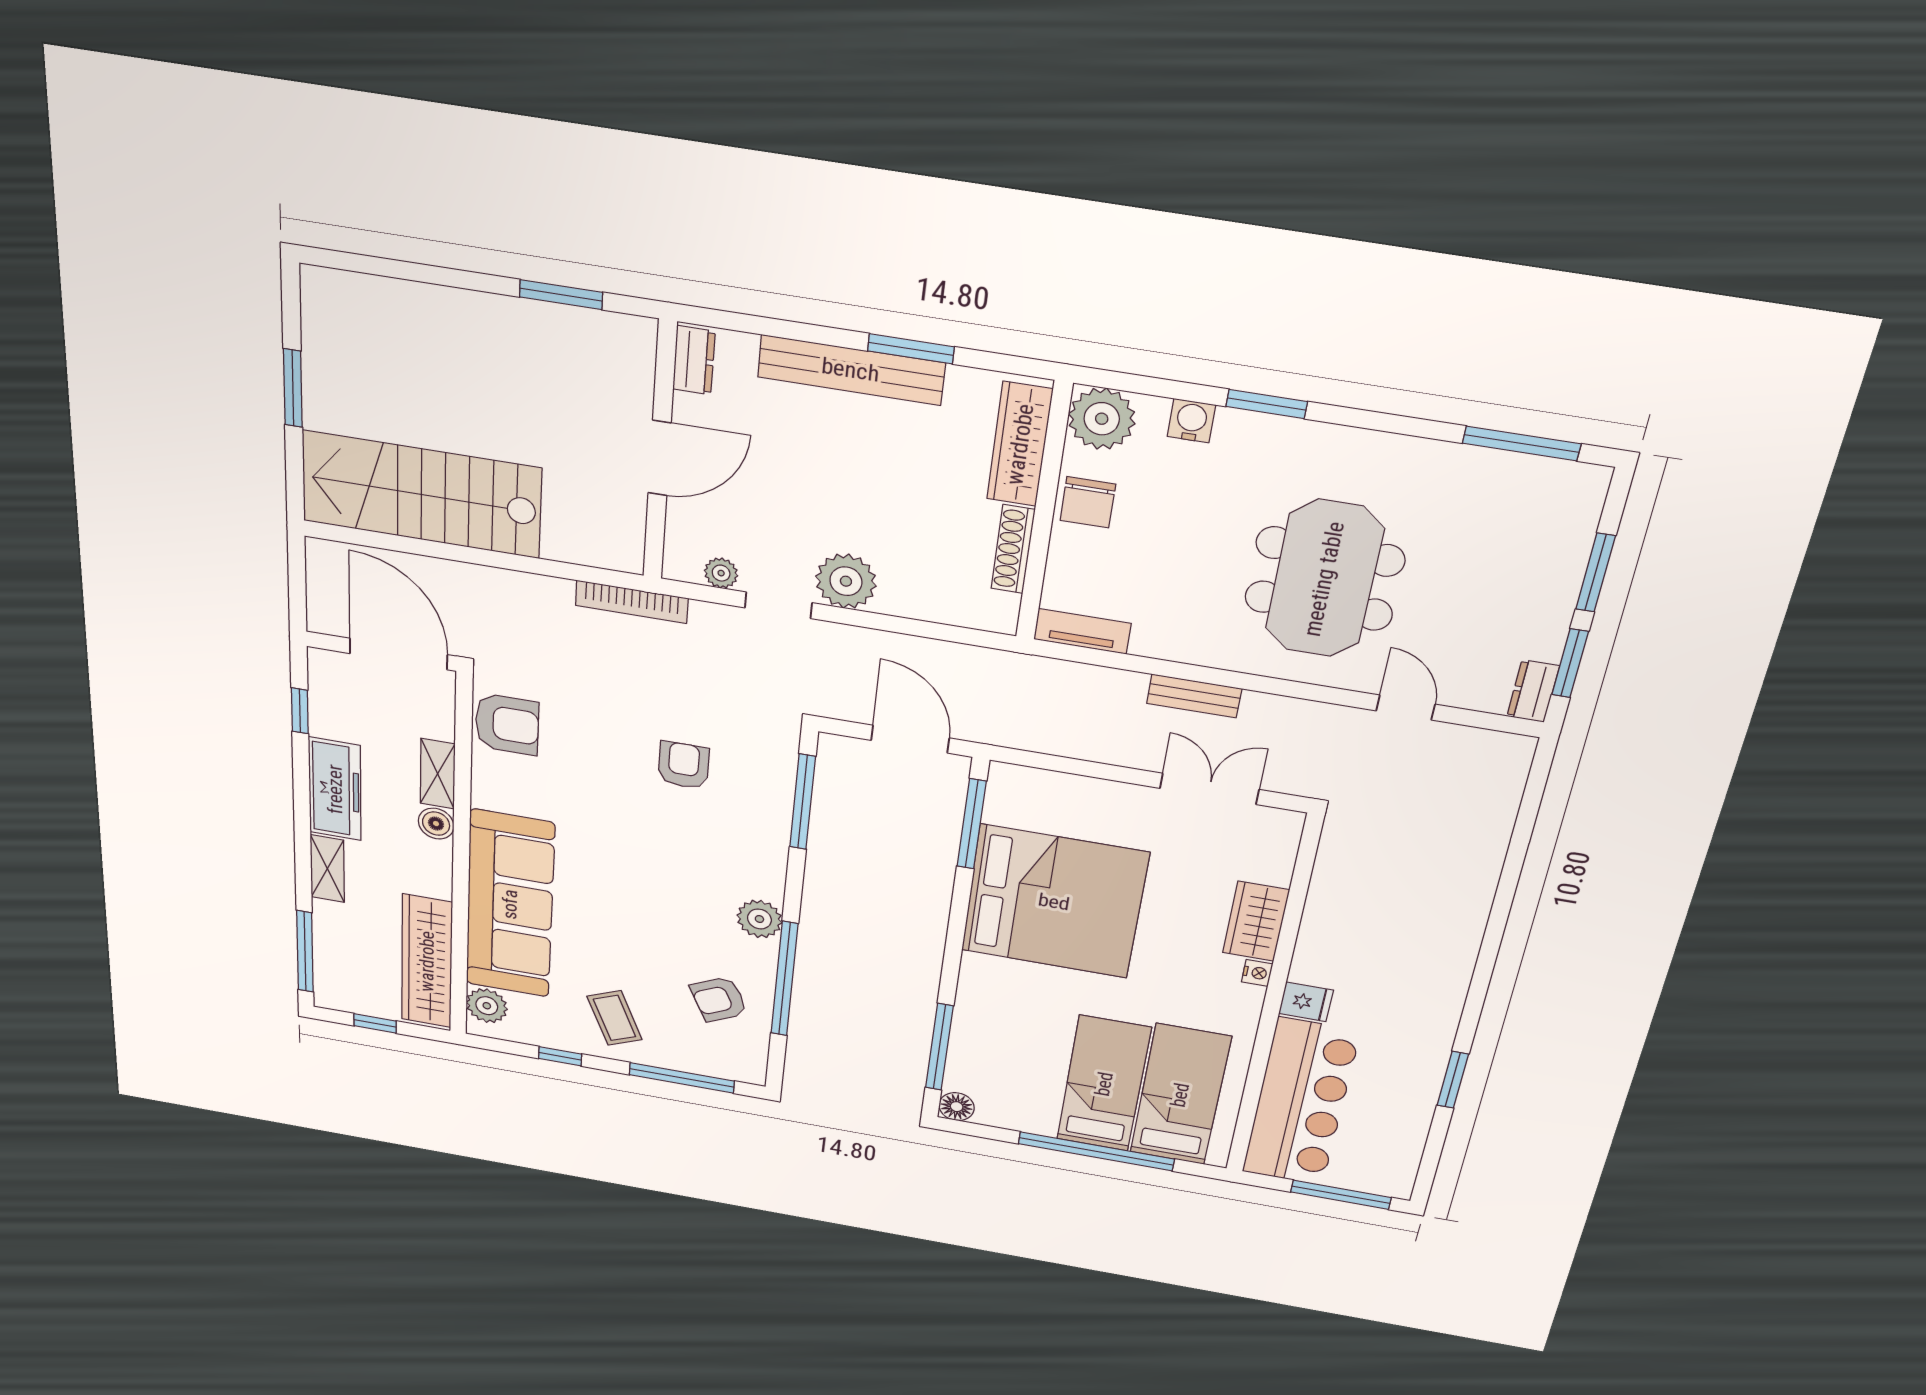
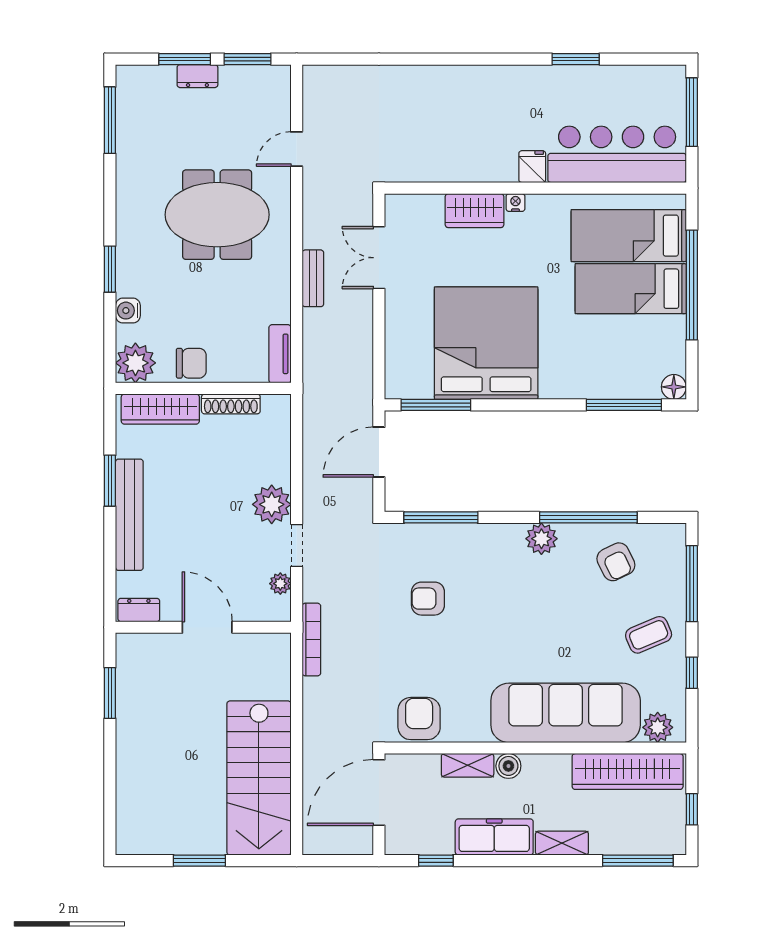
dresser: (1533, 691) -> (197, 76), moved

